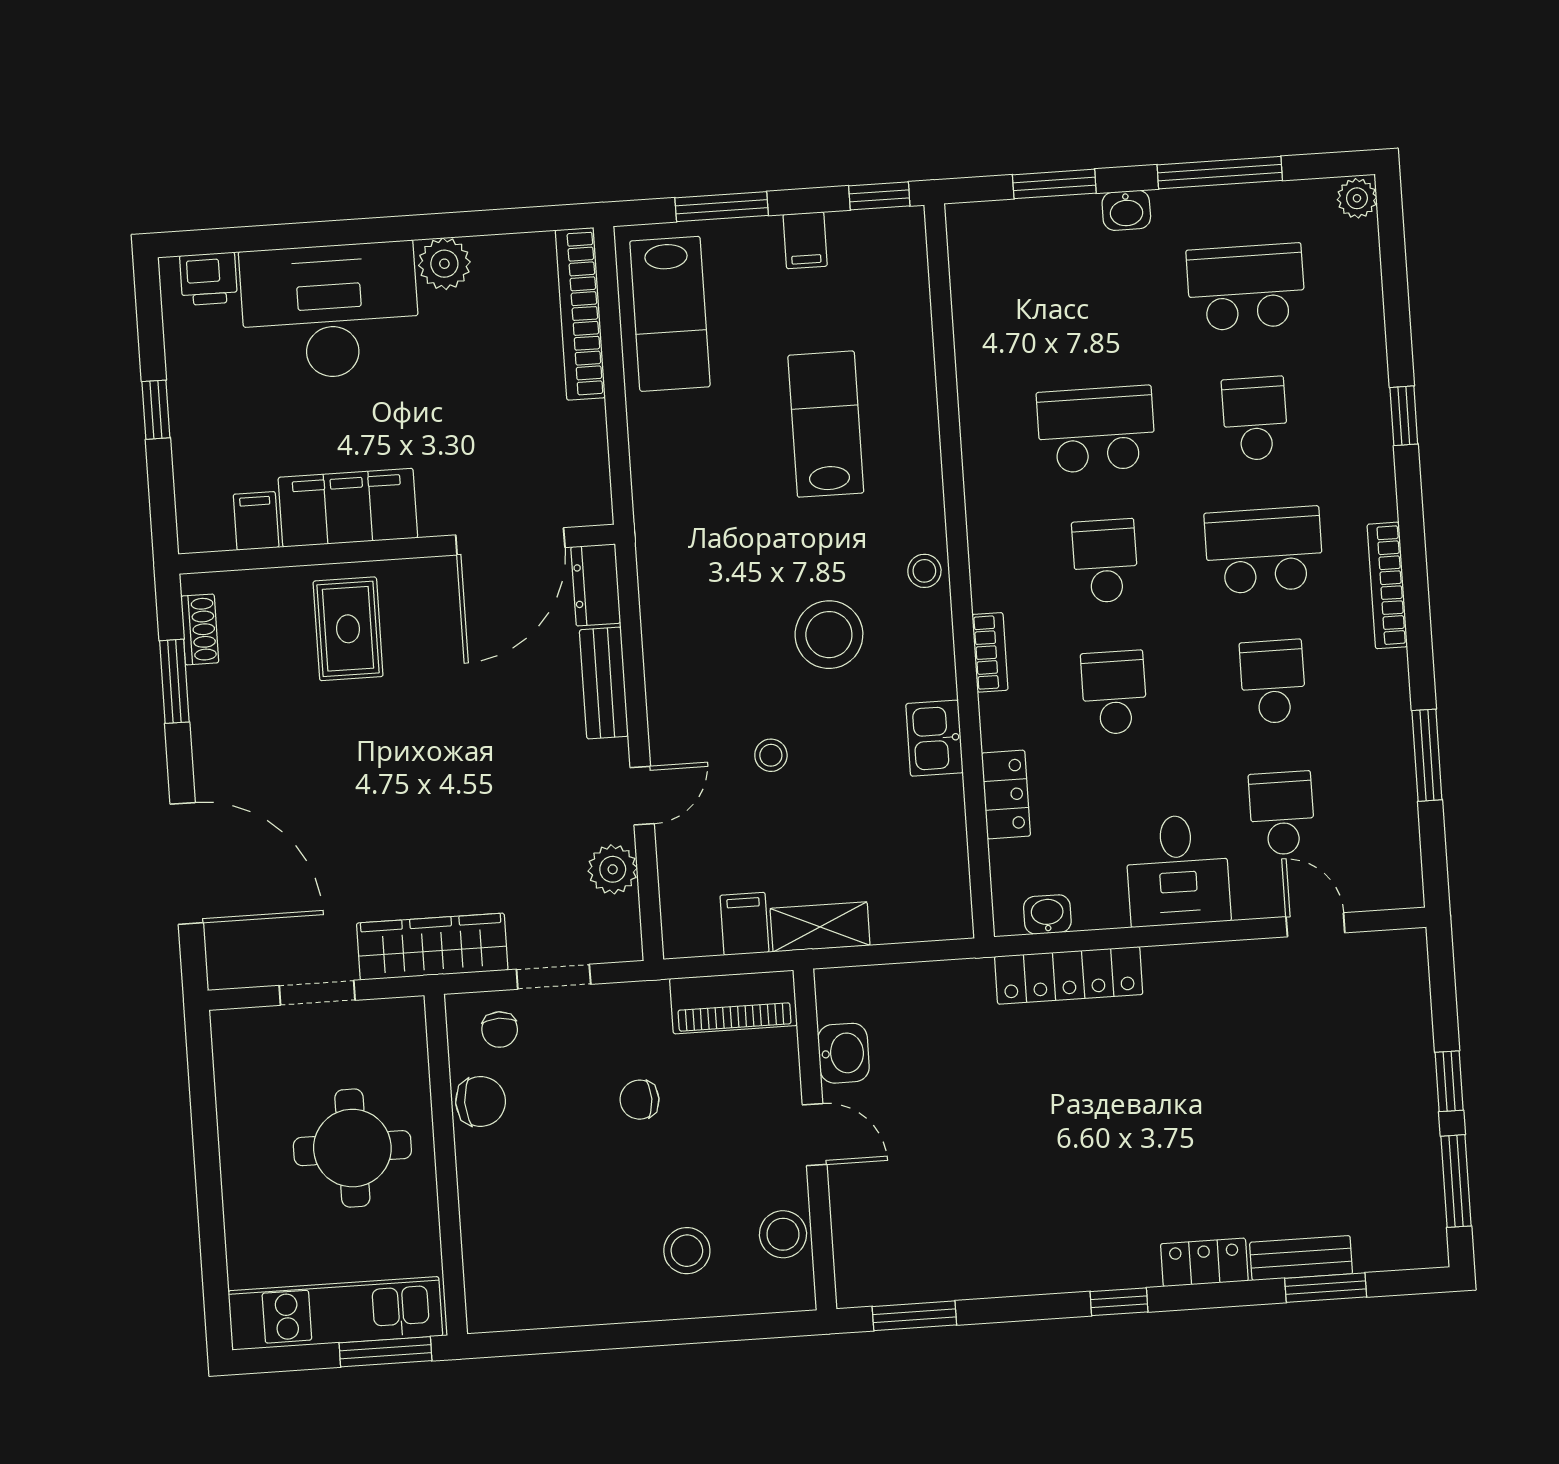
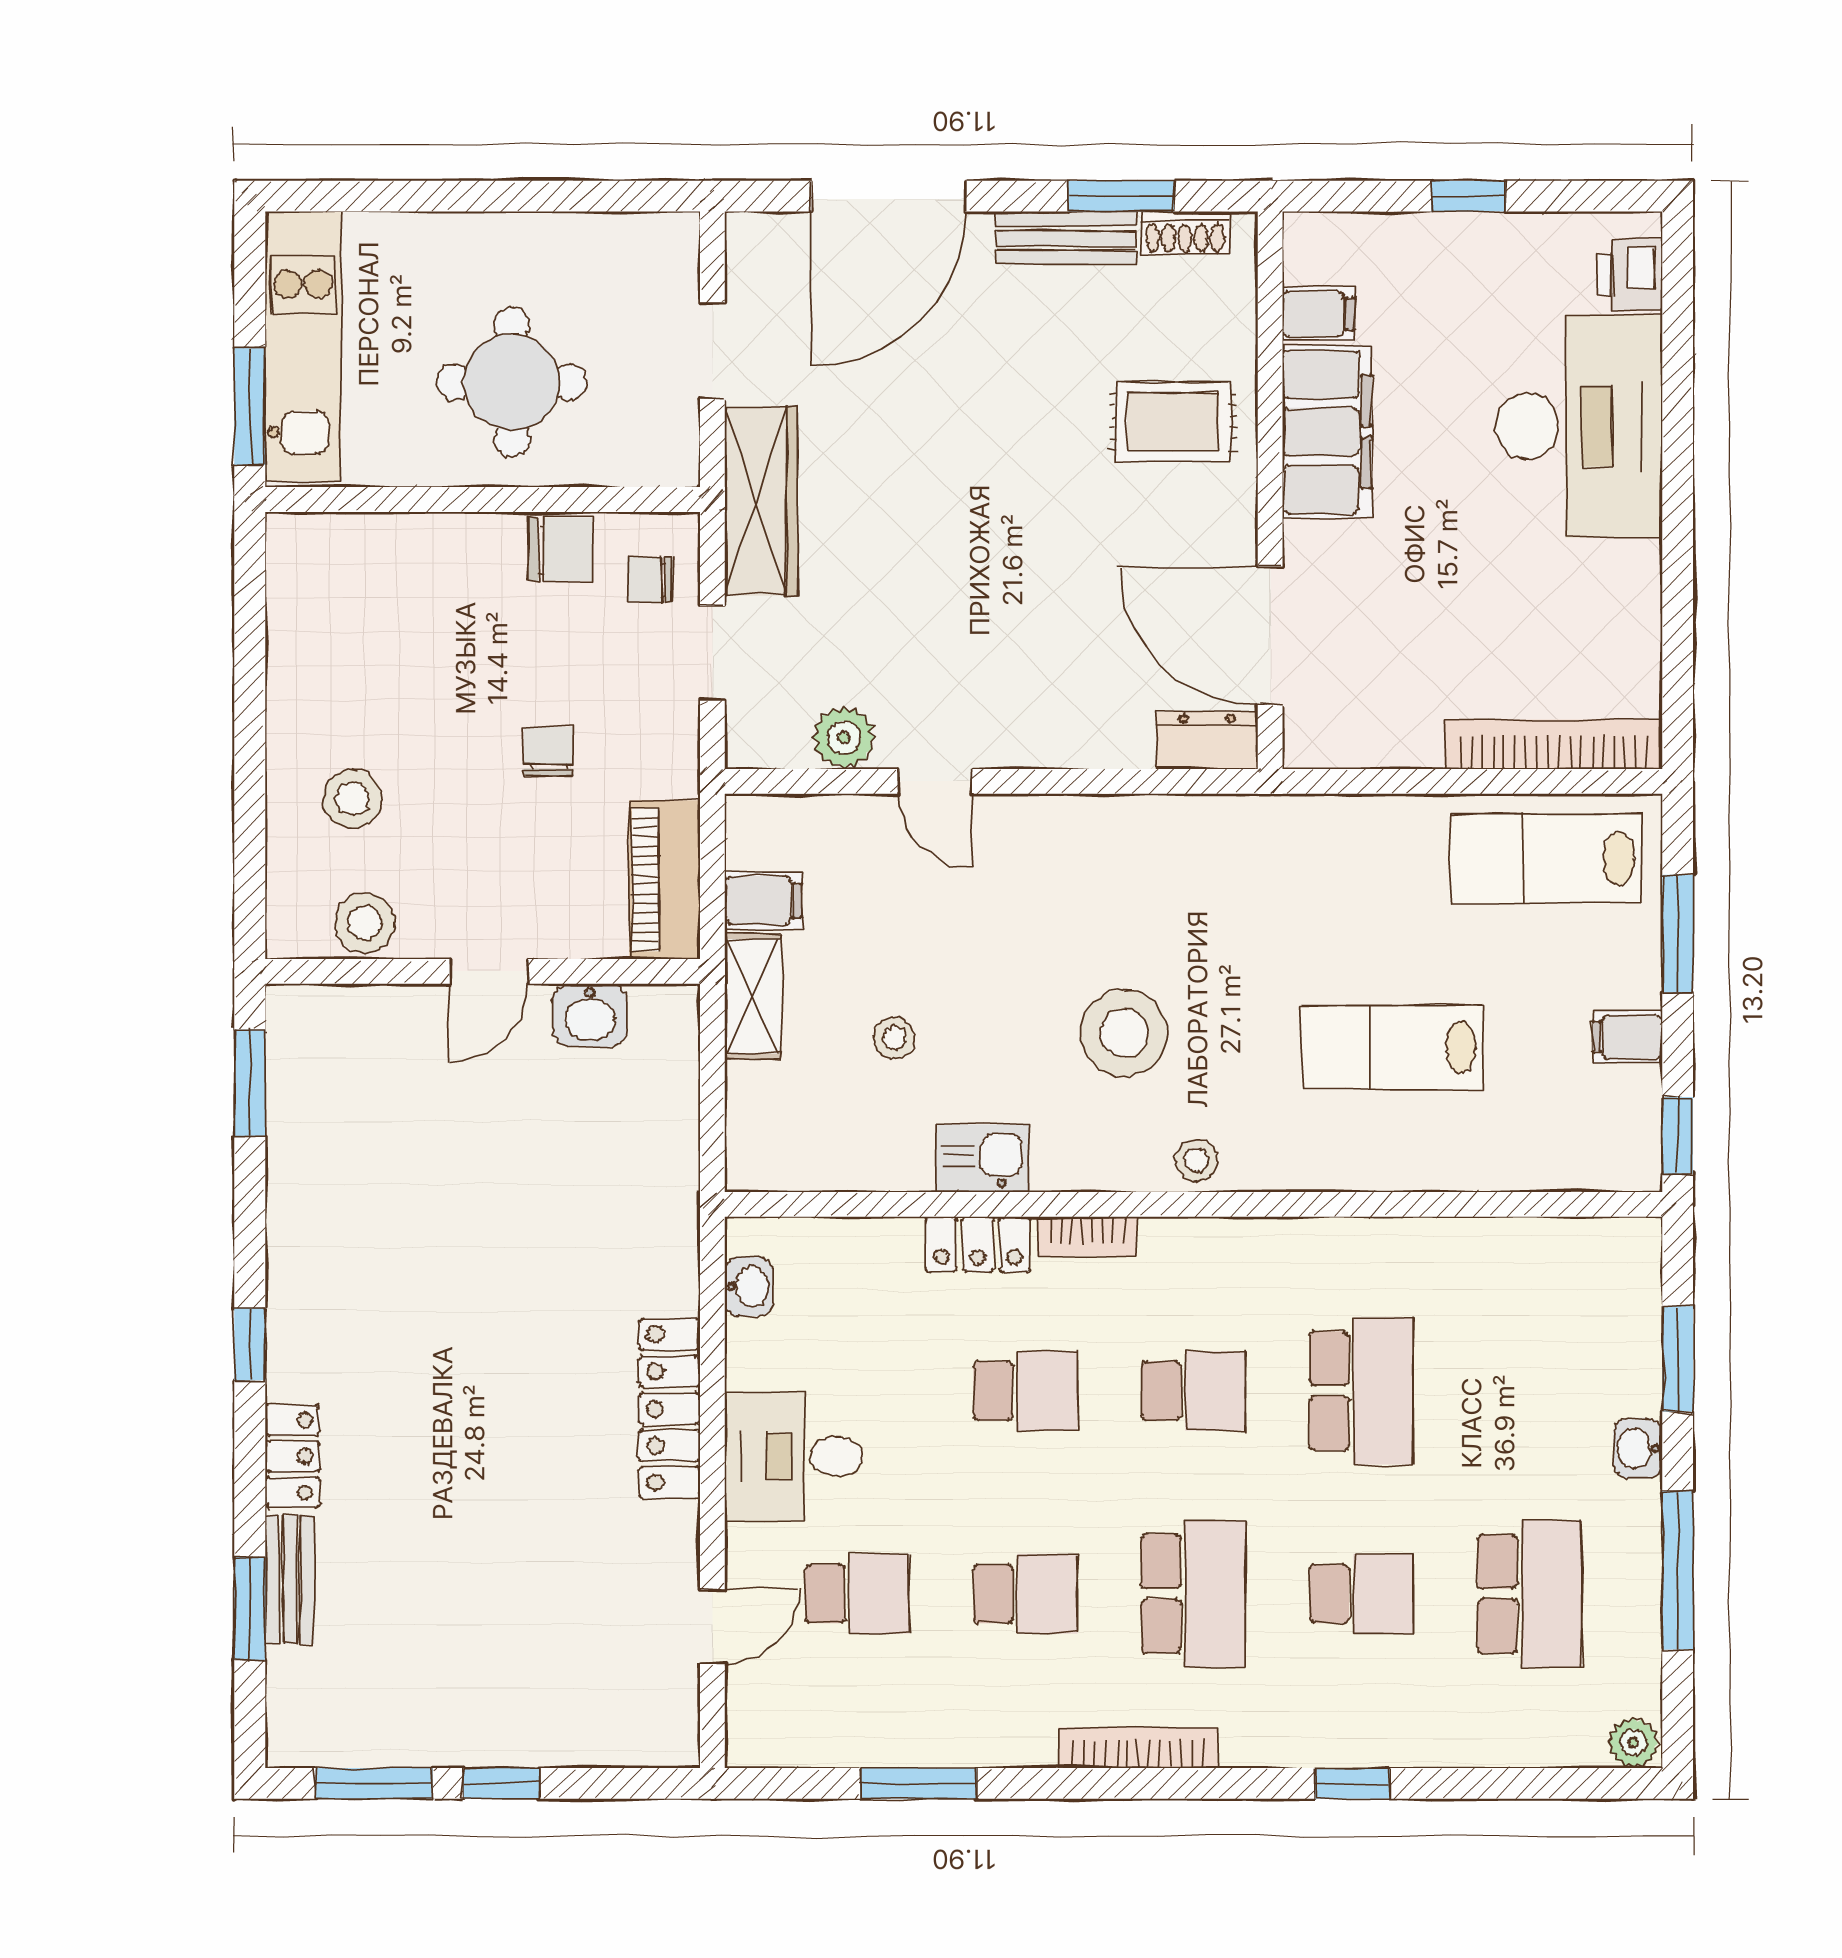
plant: (444, 264) -> (1629, 576), removed
lab bench: (826, 424) -> (1392, 1047), turned 180
bench: (604, 683) -> (1066, 238), moved
stool: (771, 755) -> (894, 1038), moved
locker: (1006, 794) -> (978, 1244), moved
locker: (1069, 975) -> (669, 1409), moved
chair: (481, 1101) -> (560, 549), turned -90

